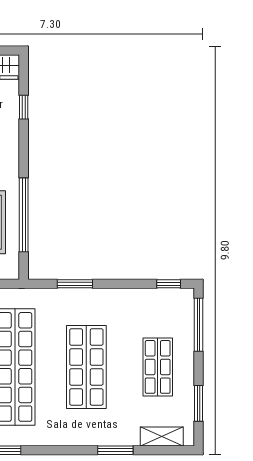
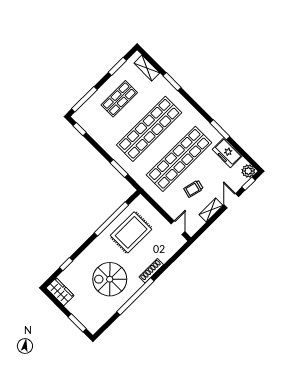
shop shelf: (86, 367) -> (149, 129), width x1.40

